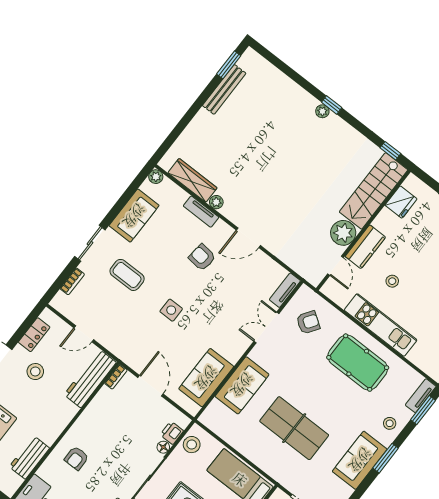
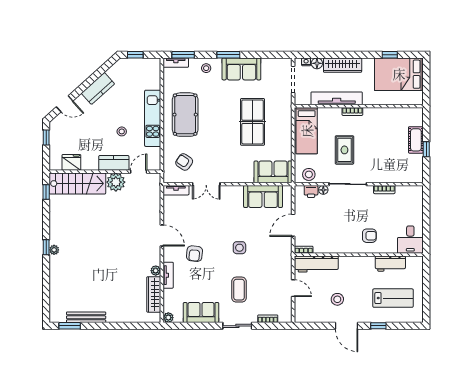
locker: (34, 335) -> (316, 317), removed
sofa: (242, 385) -> (273, 172), moved

